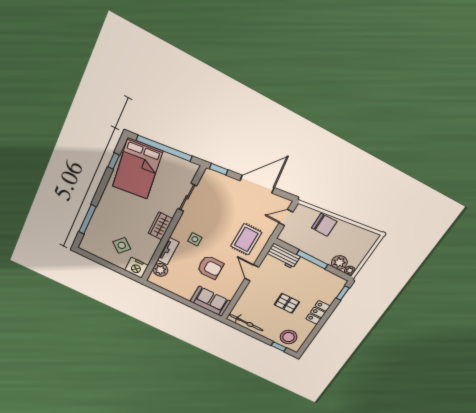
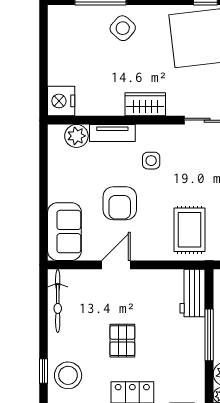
rug: (246, 239) -> (190, 230), turned 90
side table: (122, 245) -> (123, 28), moved
door: (252, 273) -> (116, 265), moved

